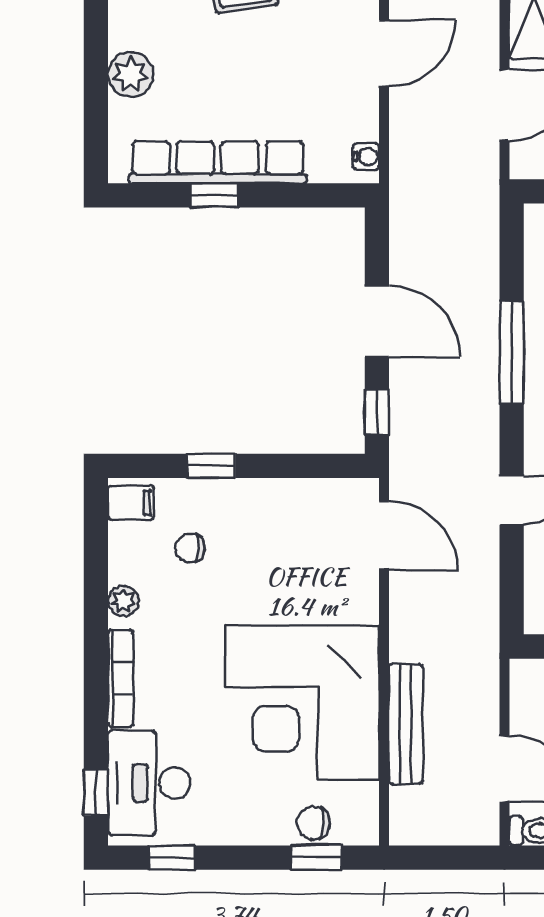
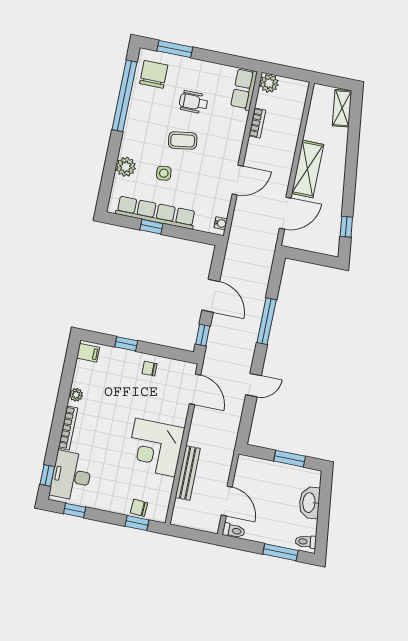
side table: (218, 71) -> (164, 173), added
chair: (190, 548) -> (150, 369), moved
corner desk: (302, 703) -> (155, 448), width x0.74, depth x0.74

